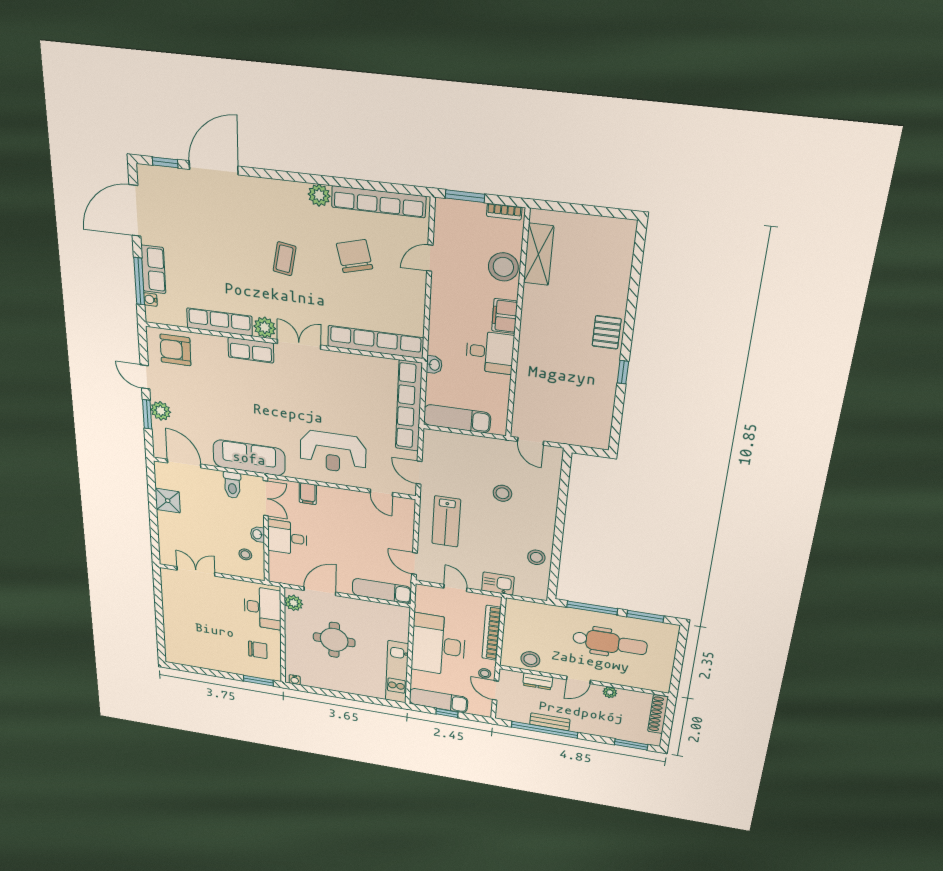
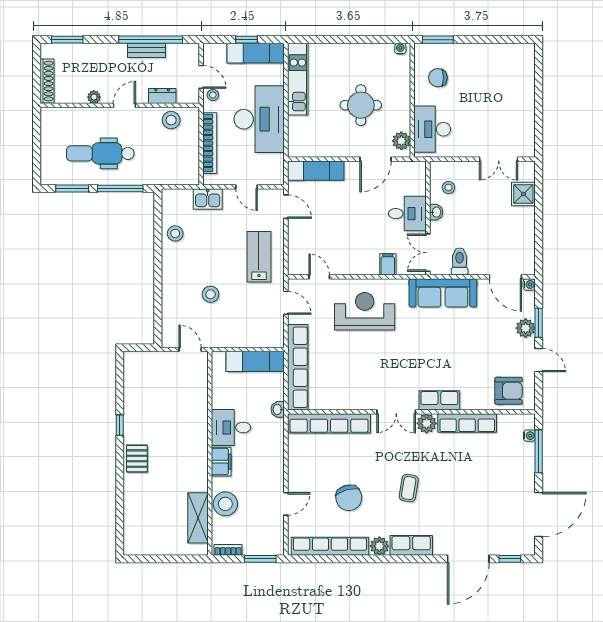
row of seats: (153, 269) -> (411, 545), moved, turned 90
water cooler: (159, 453) -> (529, 284), added
shower: (168, 501) -> (523, 194), moved

